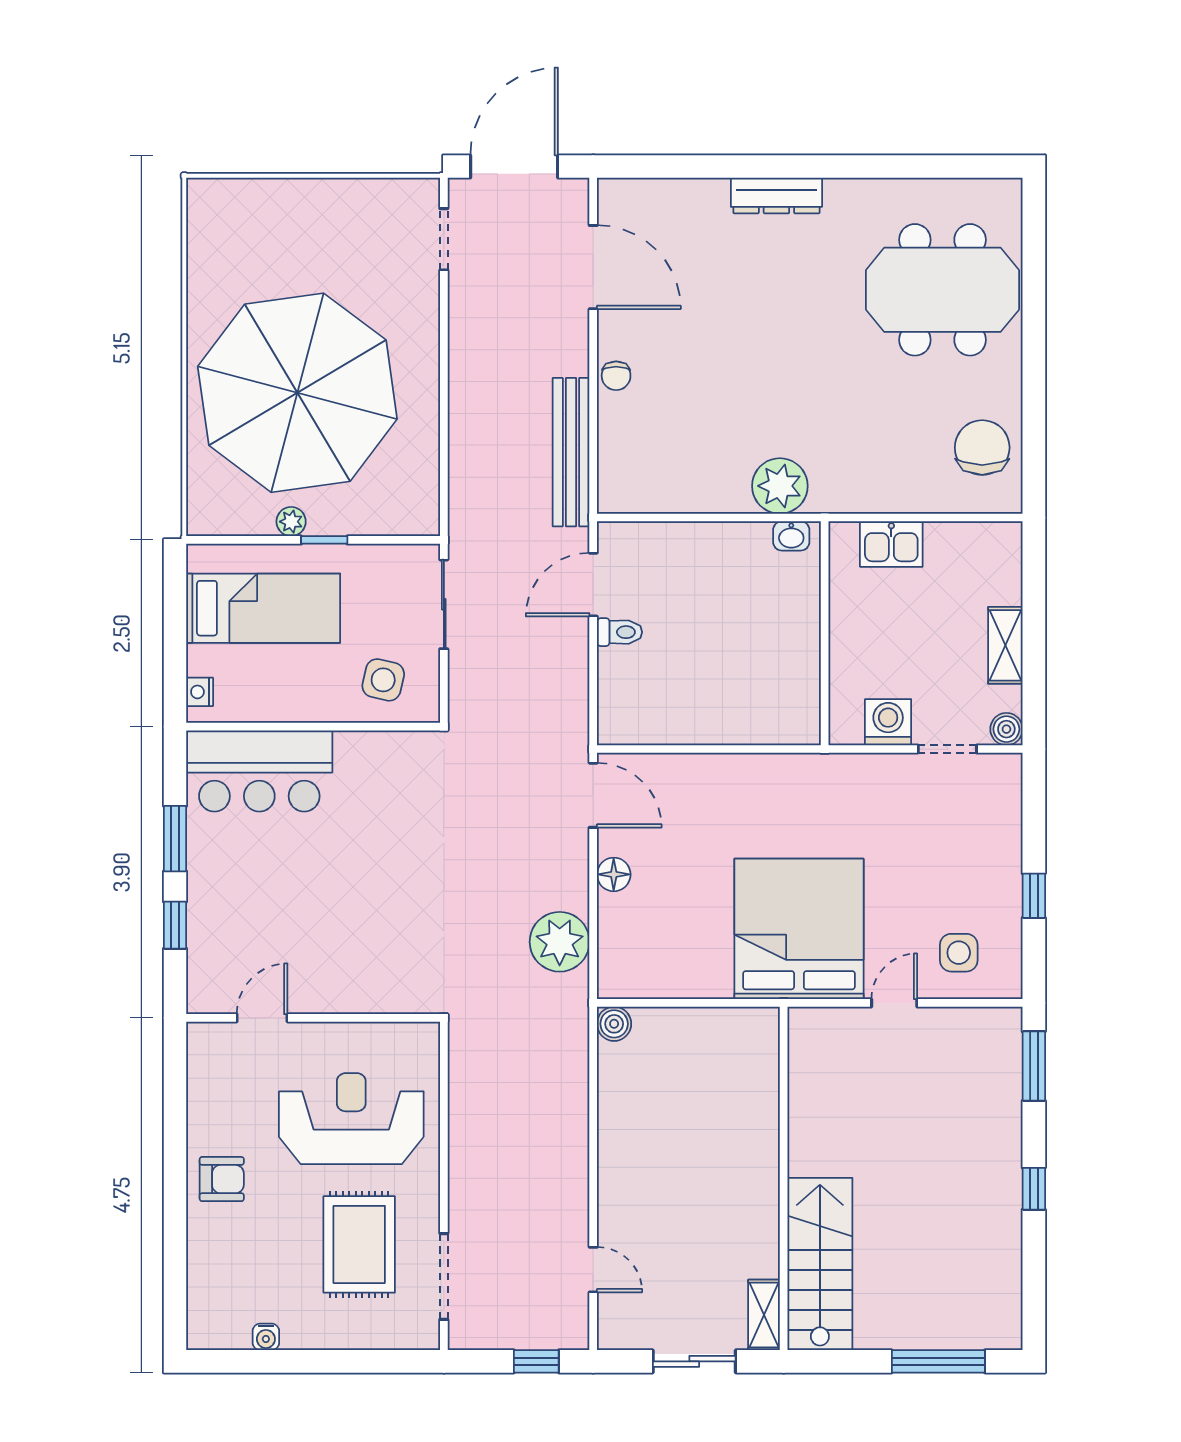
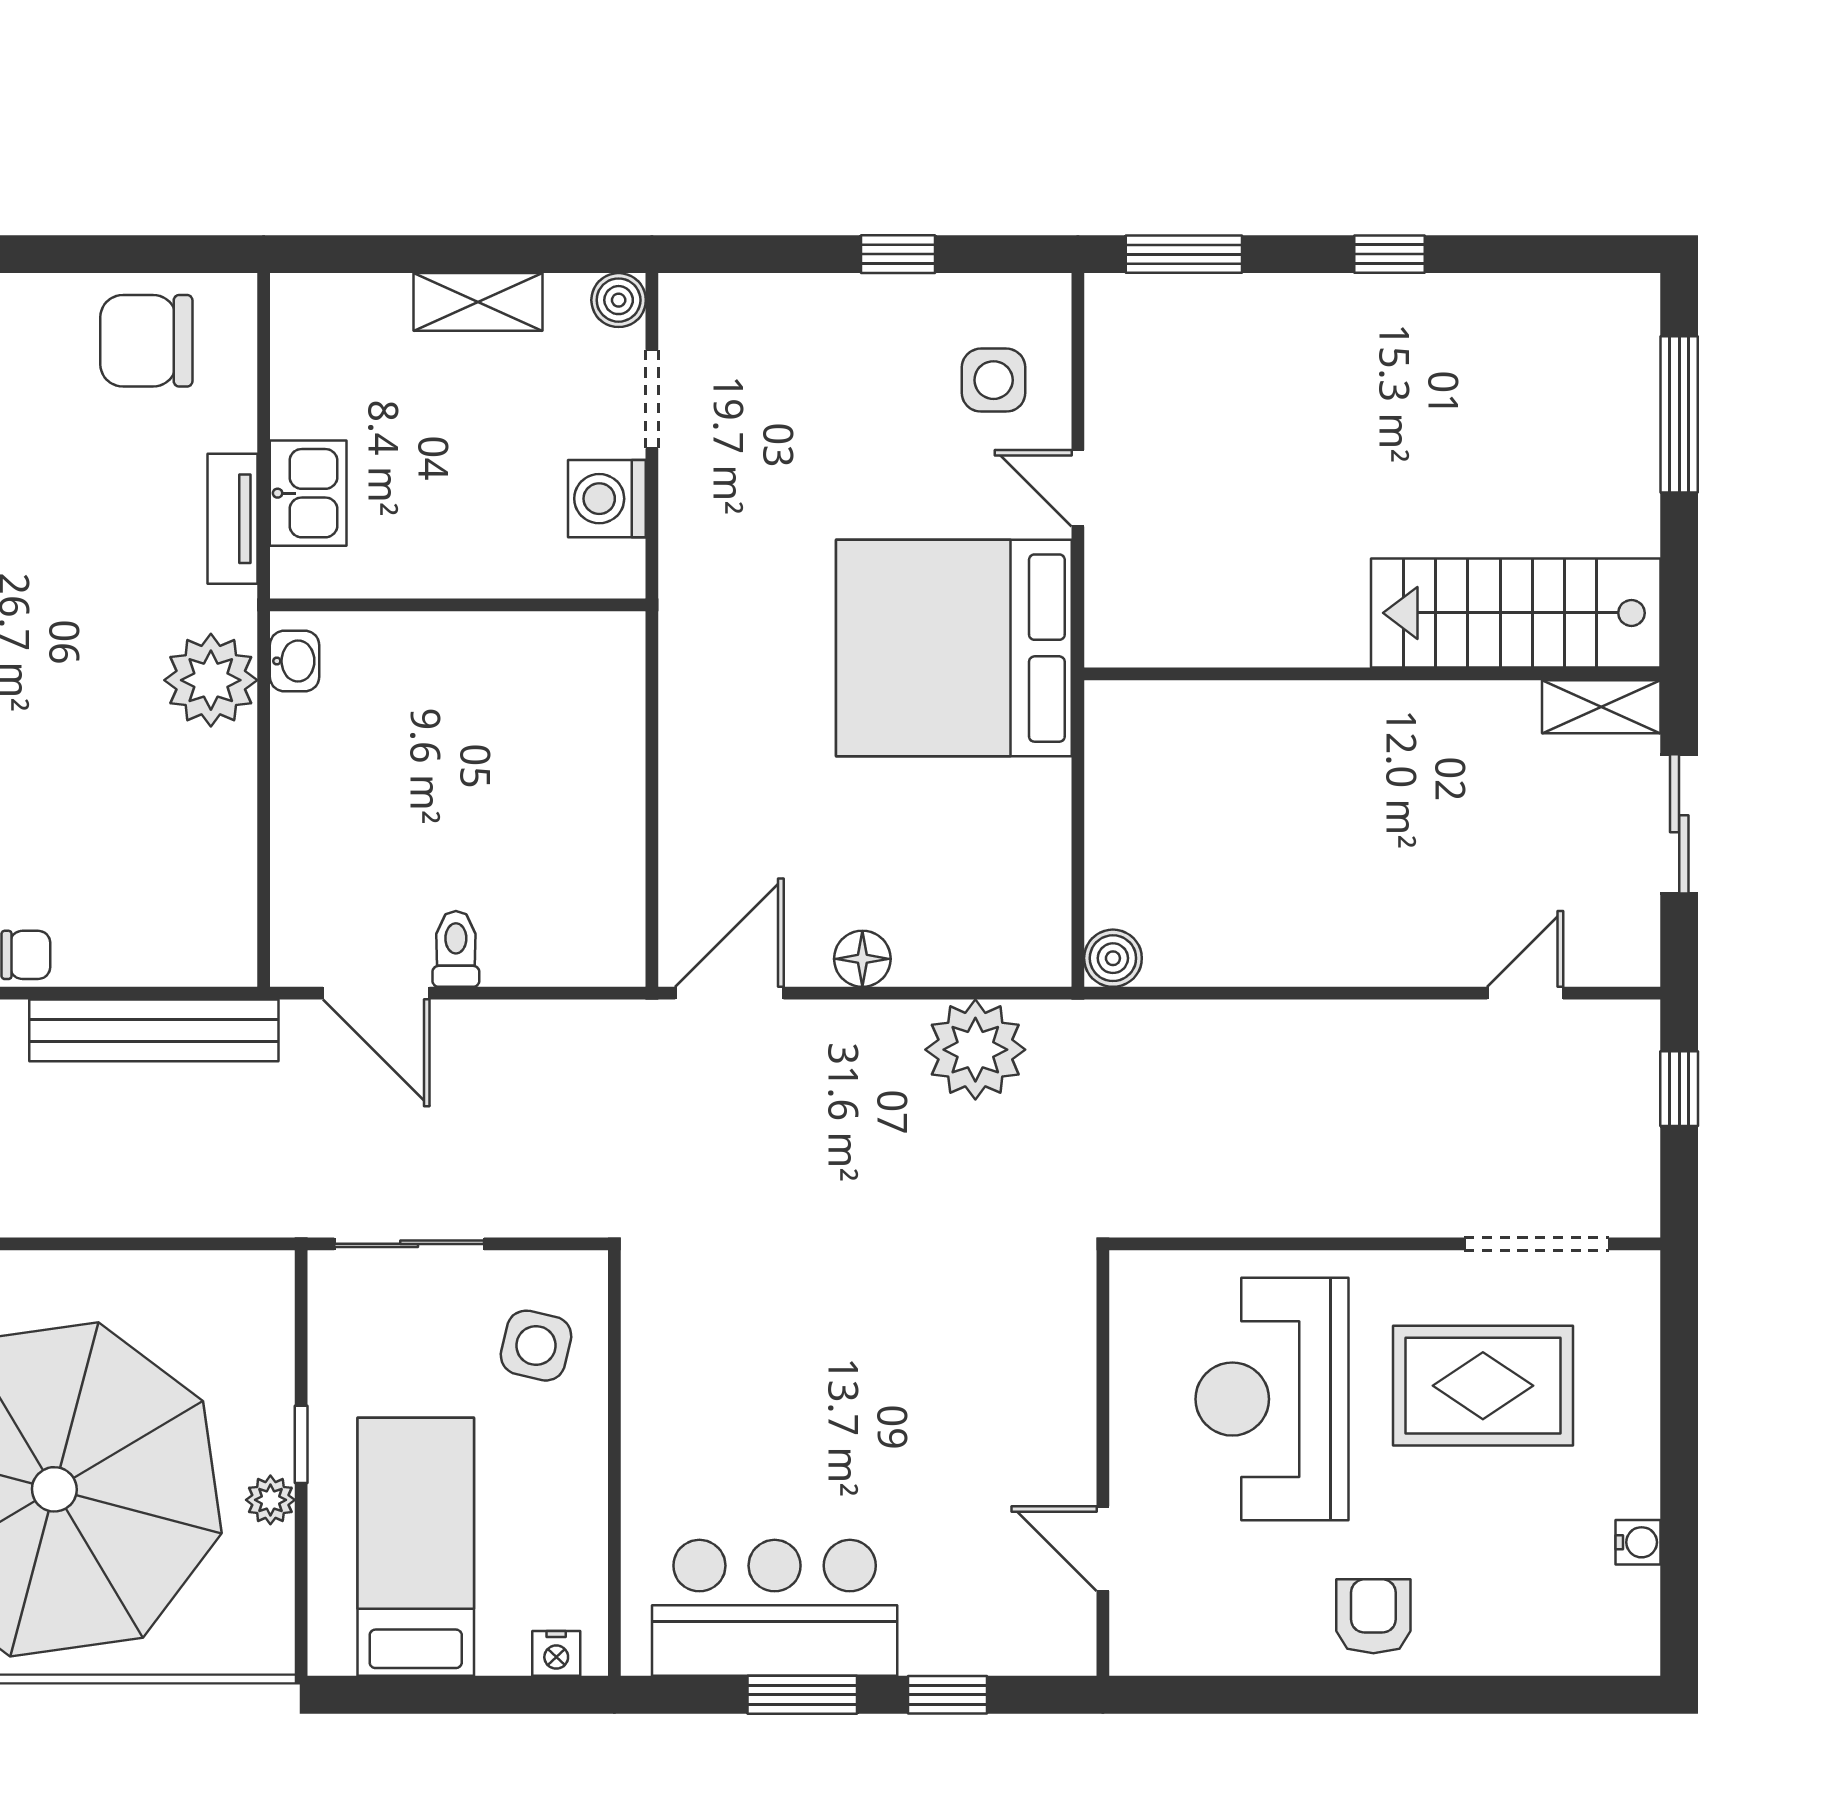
tv unit: (876, 499) -> (232, 519), added
bar counter: (259, 771) -> (775, 1608), moved, turned -90

